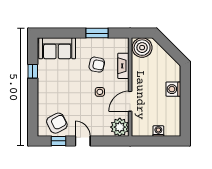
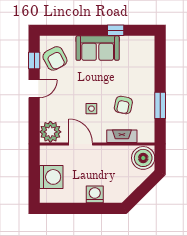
sofa: (57, 48) -> (98, 48), moved, turned -90
washing machine: (158, 131) -> (51, 177), width x1.89, depth x1.89

